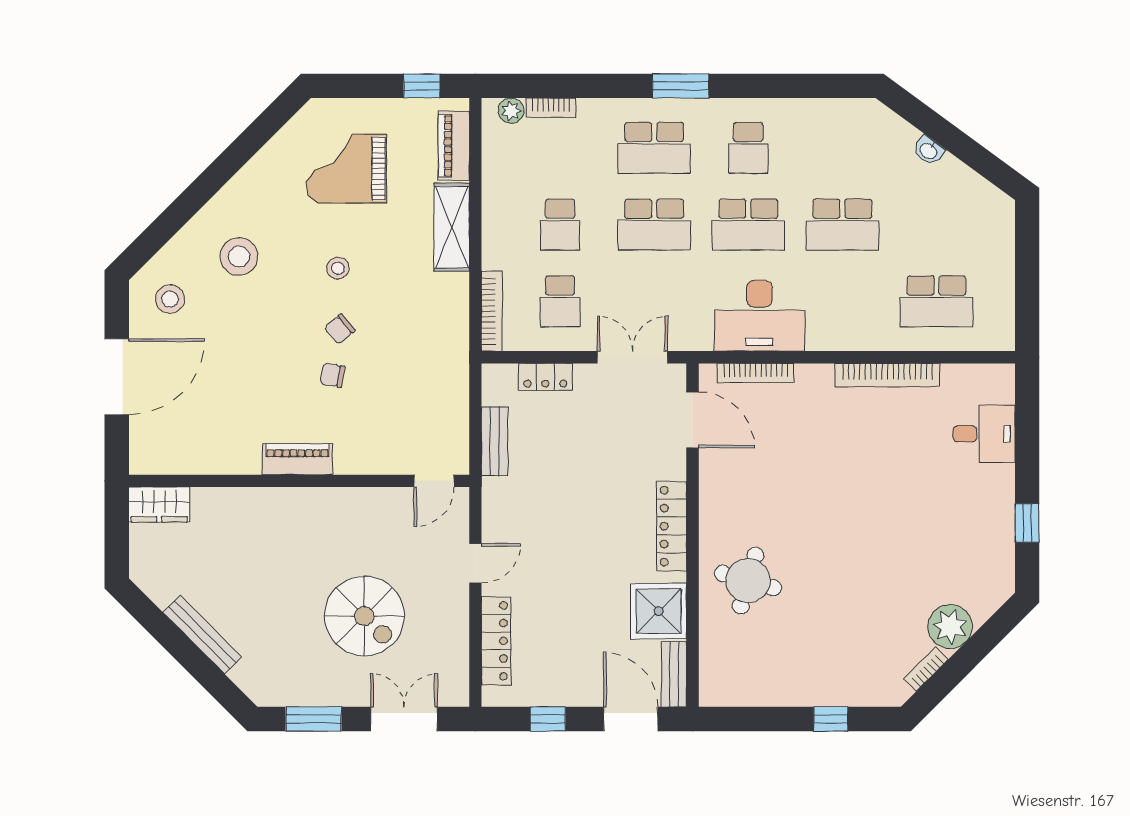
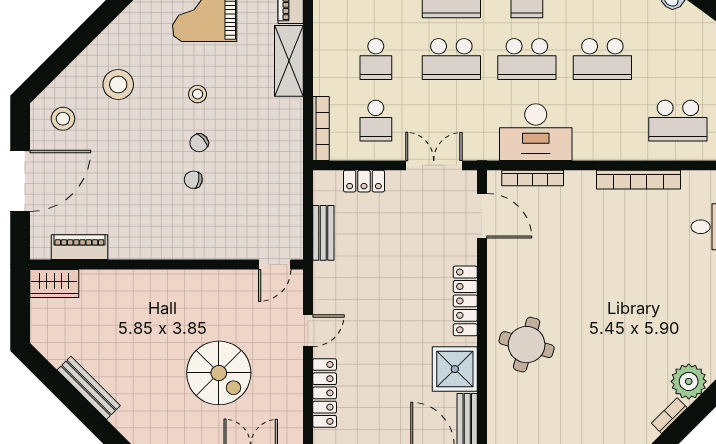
piano: (297, 459) -> (79, 247), moved

